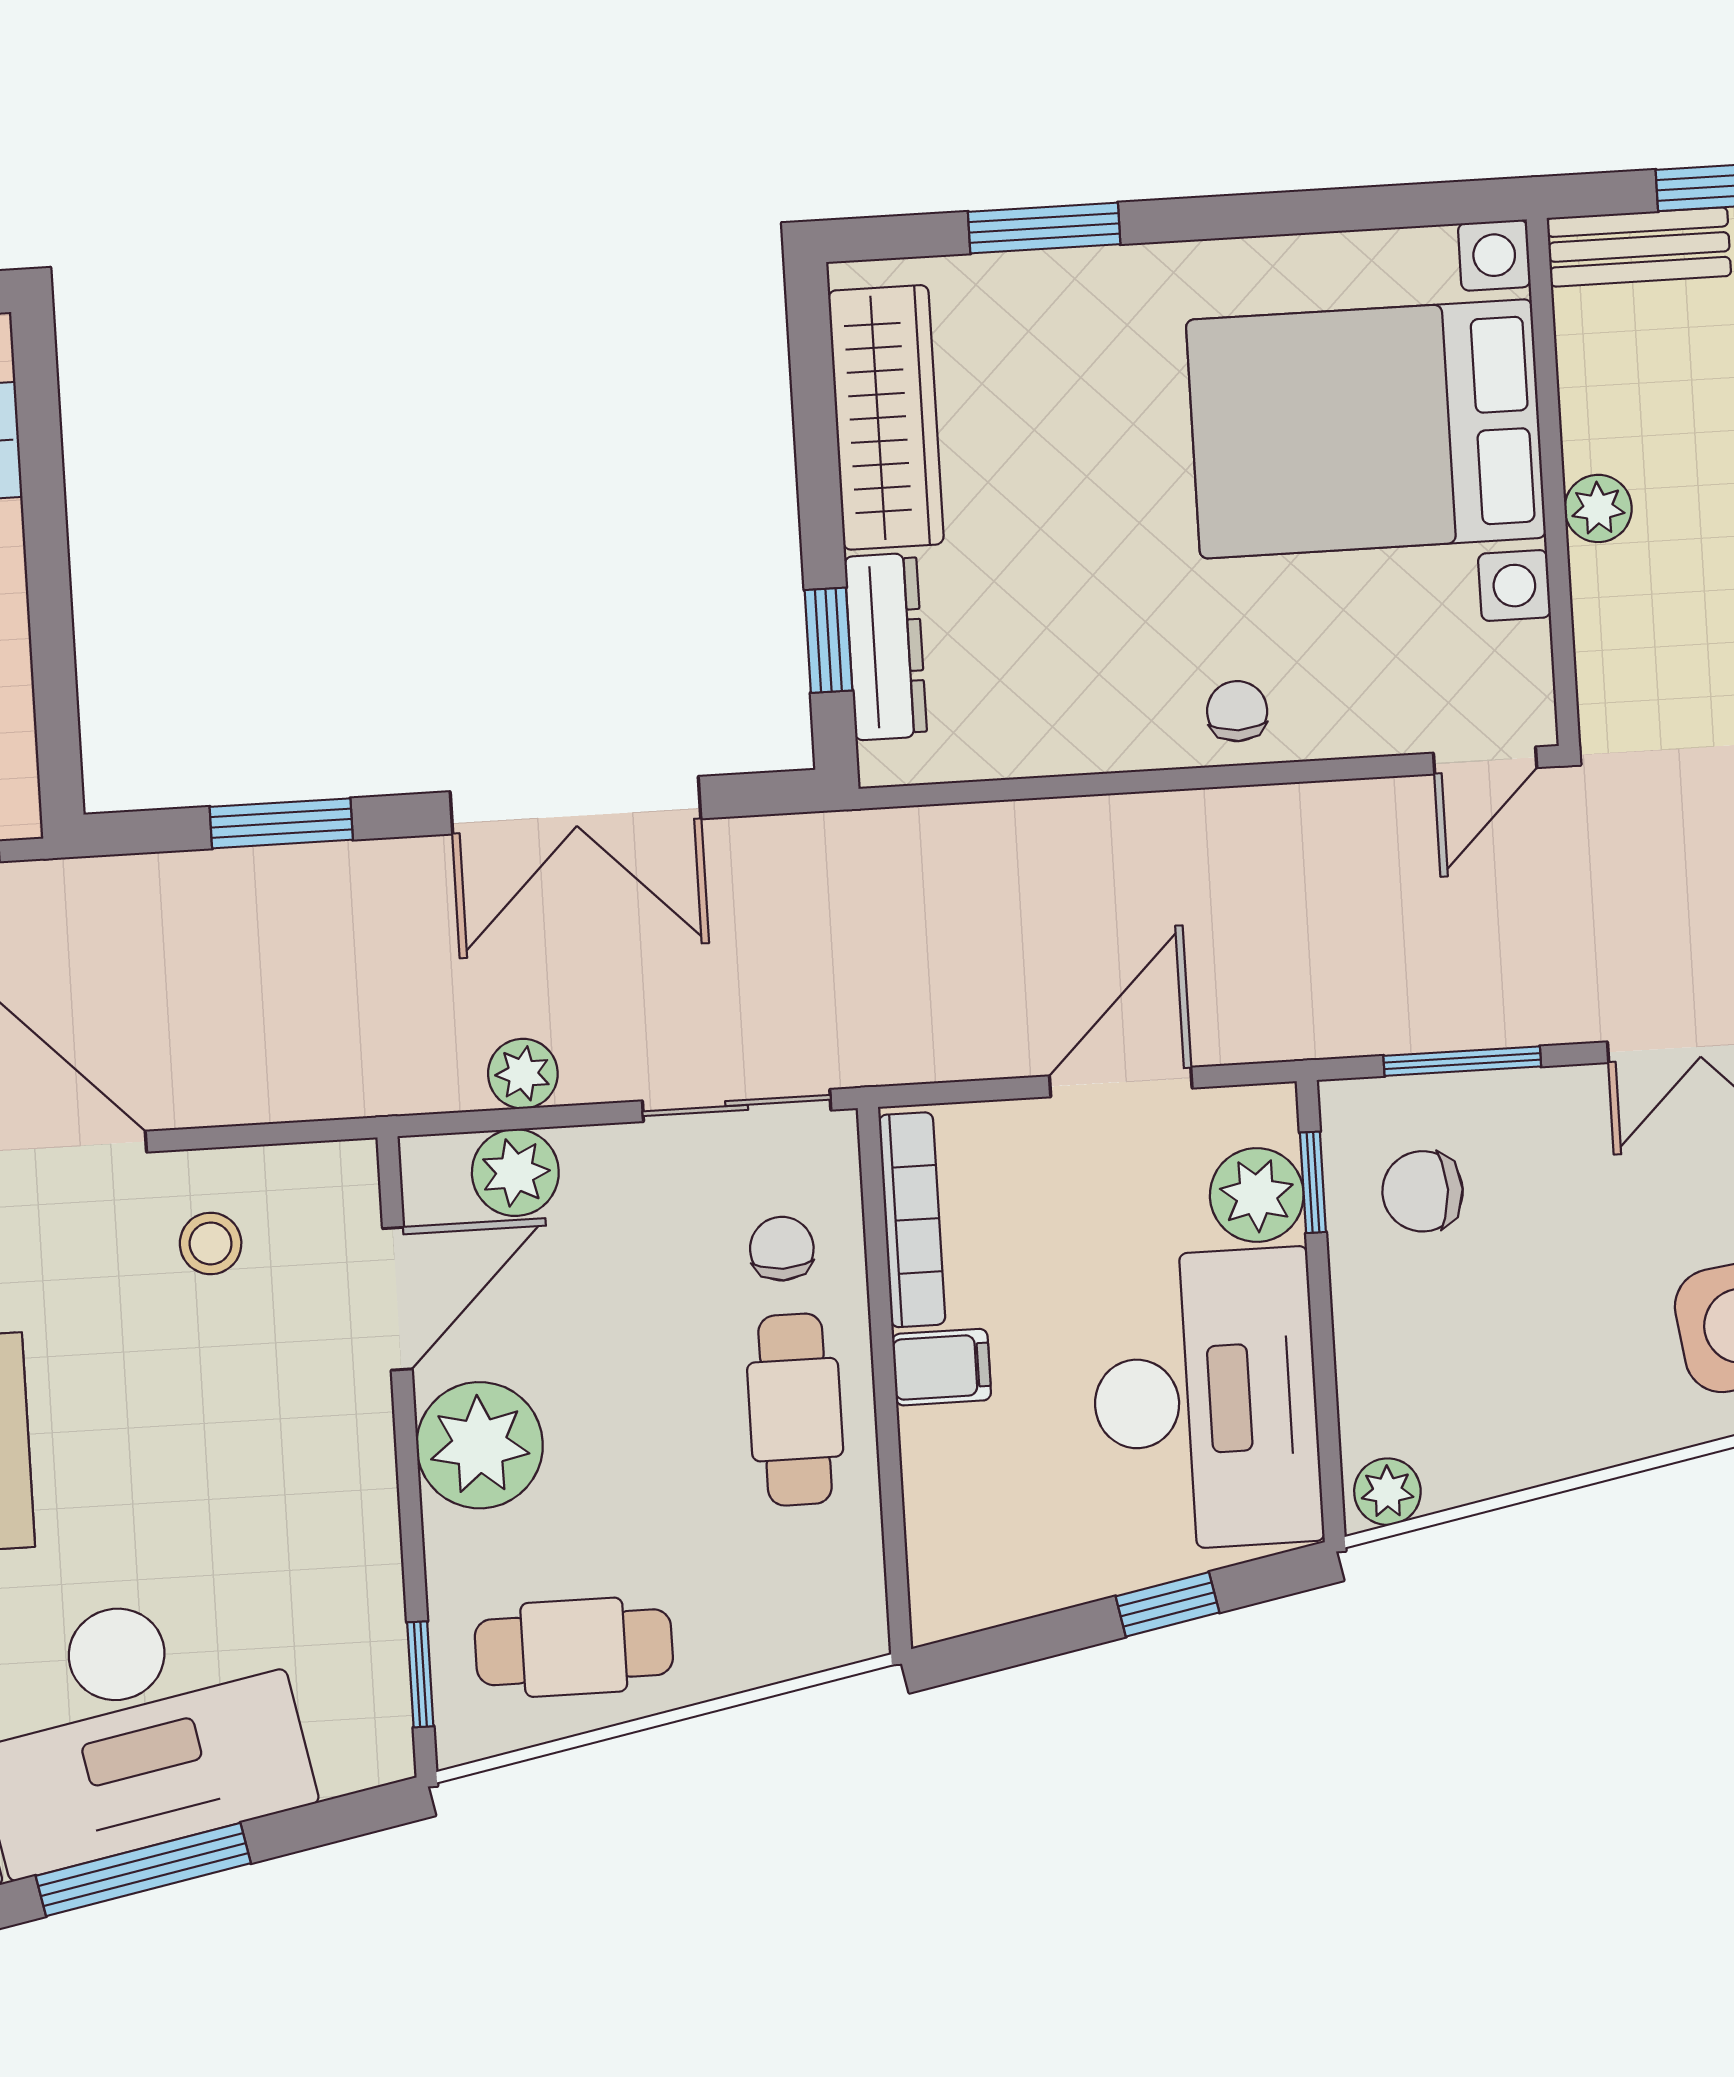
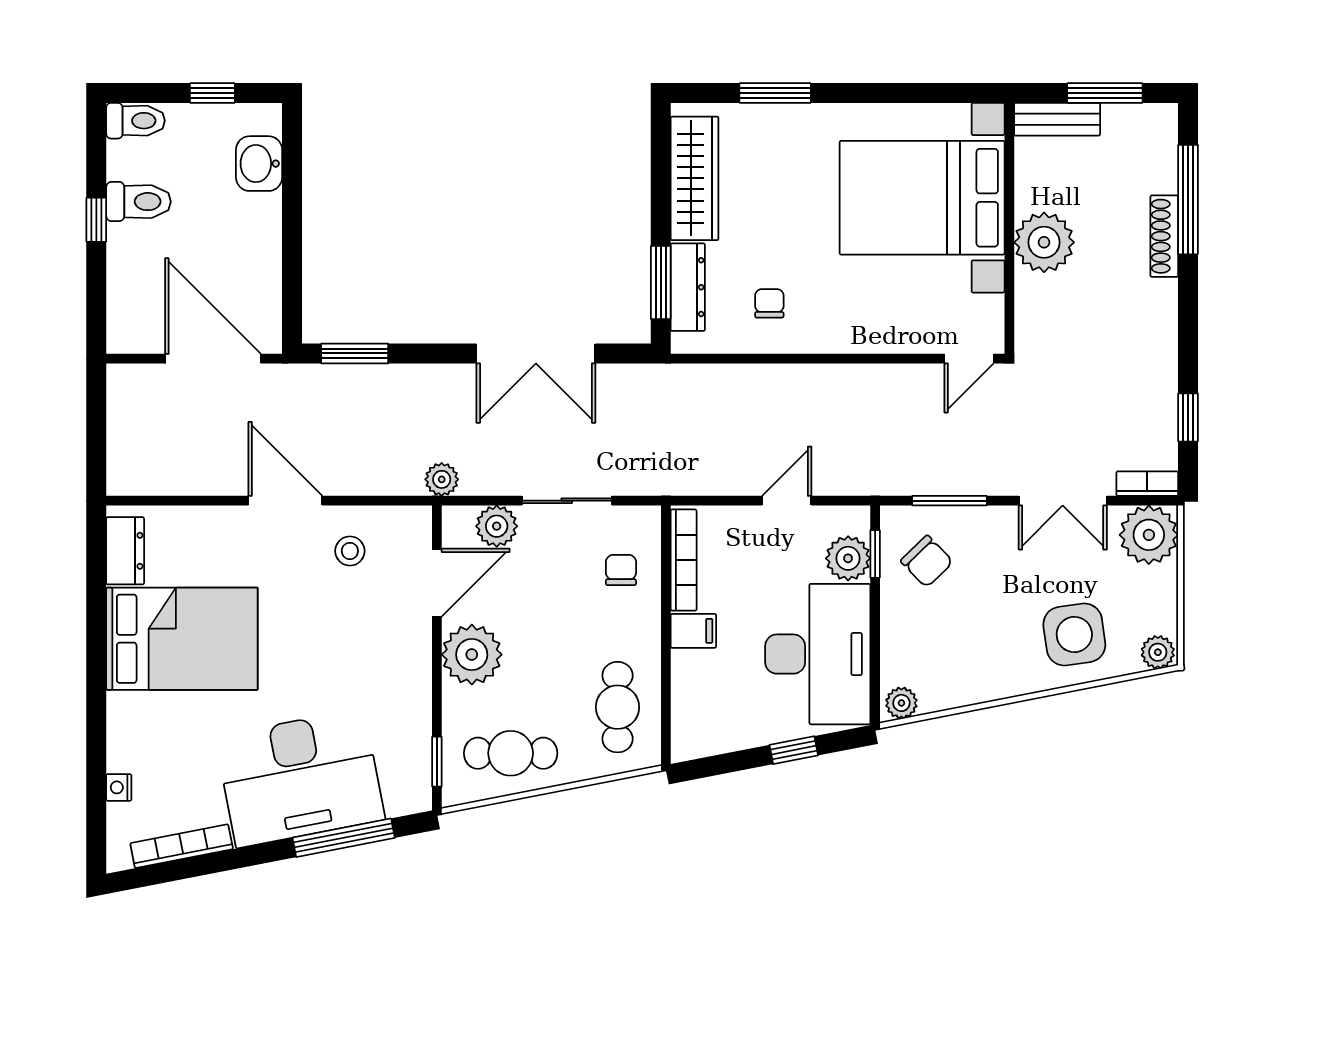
plant: (1598, 508) -> (1044, 242), width x1.87, depth x1.87
window: (828, 640) -> (661, 283), width x1.50
chair: (1237, 711) -> (769, 303), moved
window: (281, 823) -> (355, 353), moved
plant: (523, 1074) -> (442, 479), moved
door: (1121, 1082) -> (787, 501), width x0.73
sliding door: (737, 1105) -> (567, 501), moved
chair: (1423, 1191) -> (927, 561), turned -134
cafe table: (795, 1410) -> (618, 707), moved
window: (143, 1870) -> (344, 838), moved

